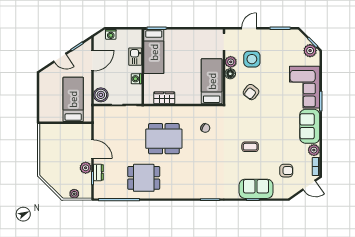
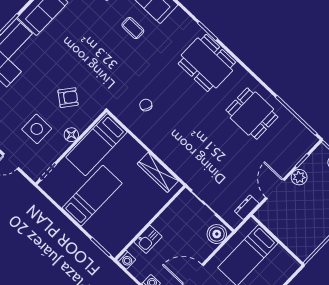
bed: (154, 52) -> (92, 196), moved
plant: (231, 62) -> (60, 146), removed
washing machine: (136, 79) -> (126, 260), moved
wardrobe: (164, 98) -> (158, 172), width x1.50
dining table: (164, 139) -> (207, 63), moved
coffee table: (250, 147) -> (133, 28), moved
dresser: (98, 172) -> (247, 207), moved

